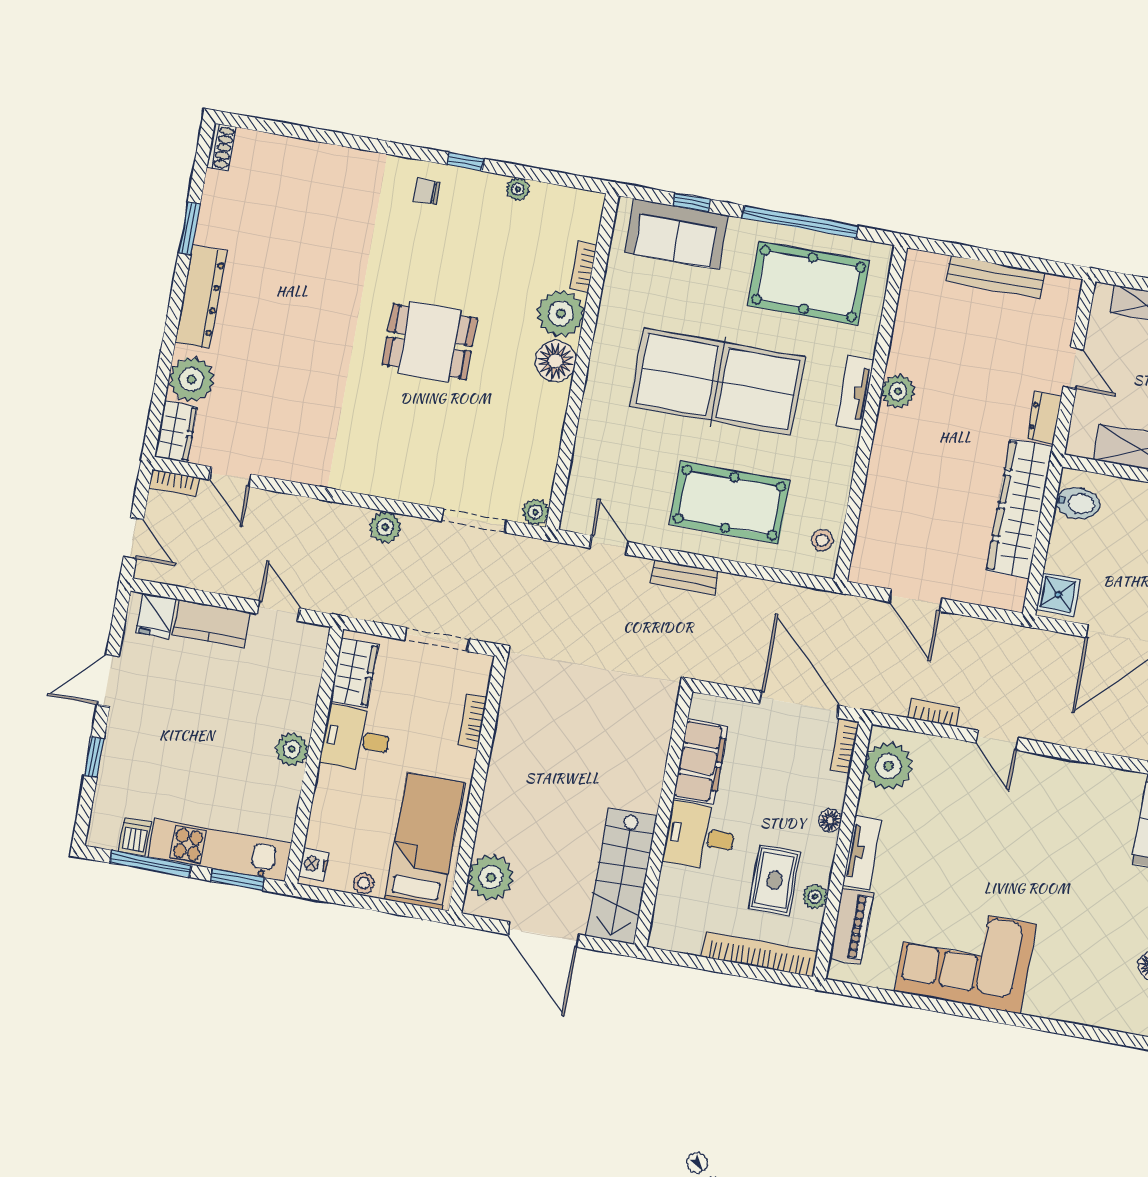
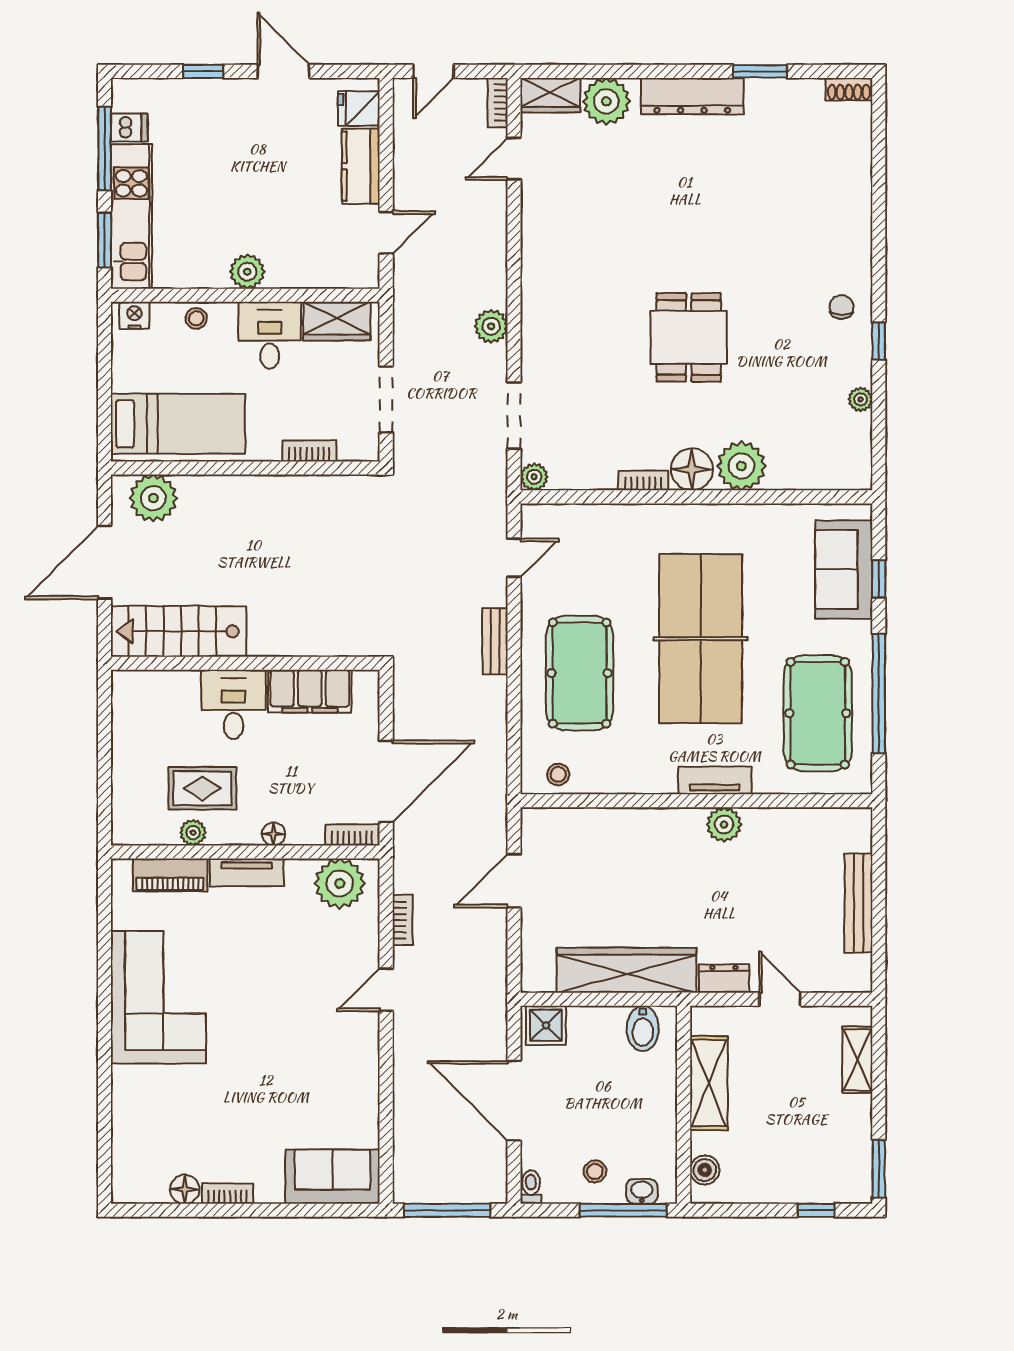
bookcase: (583, 267) -> (643, 481), moved
door: (1073, 368) -> (780, 999), swing flipped
stool: (364, 883) -> (196, 318), moved
bookcase: (759, 954) -> (124, 786), removed

